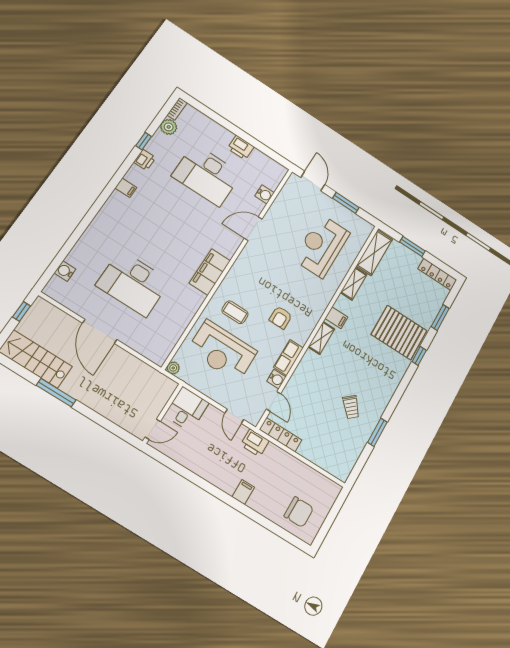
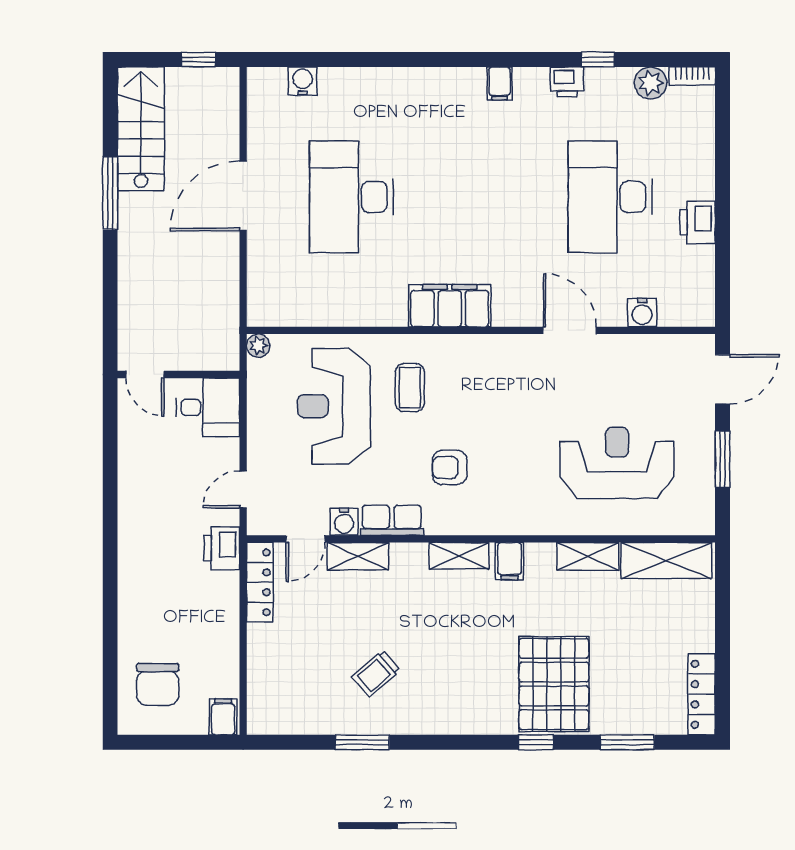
window: (412, 247) -> (722, 622), removed
shelving: (295, 383) -> (358, 556), added
filing cabinet: (243, 492) -> (223, 717), moved, turned -90

